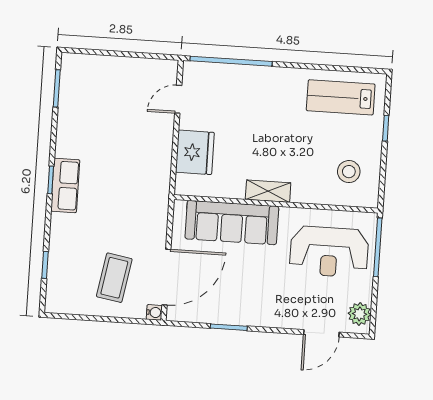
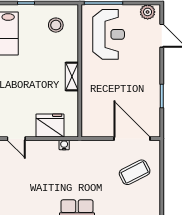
sofa: (232, 223) -> (94, 99), removed
coffee table: (114, 278) -> (135, 172), turned -37
water cooler: (154, 312) -> (64, 145), moved

